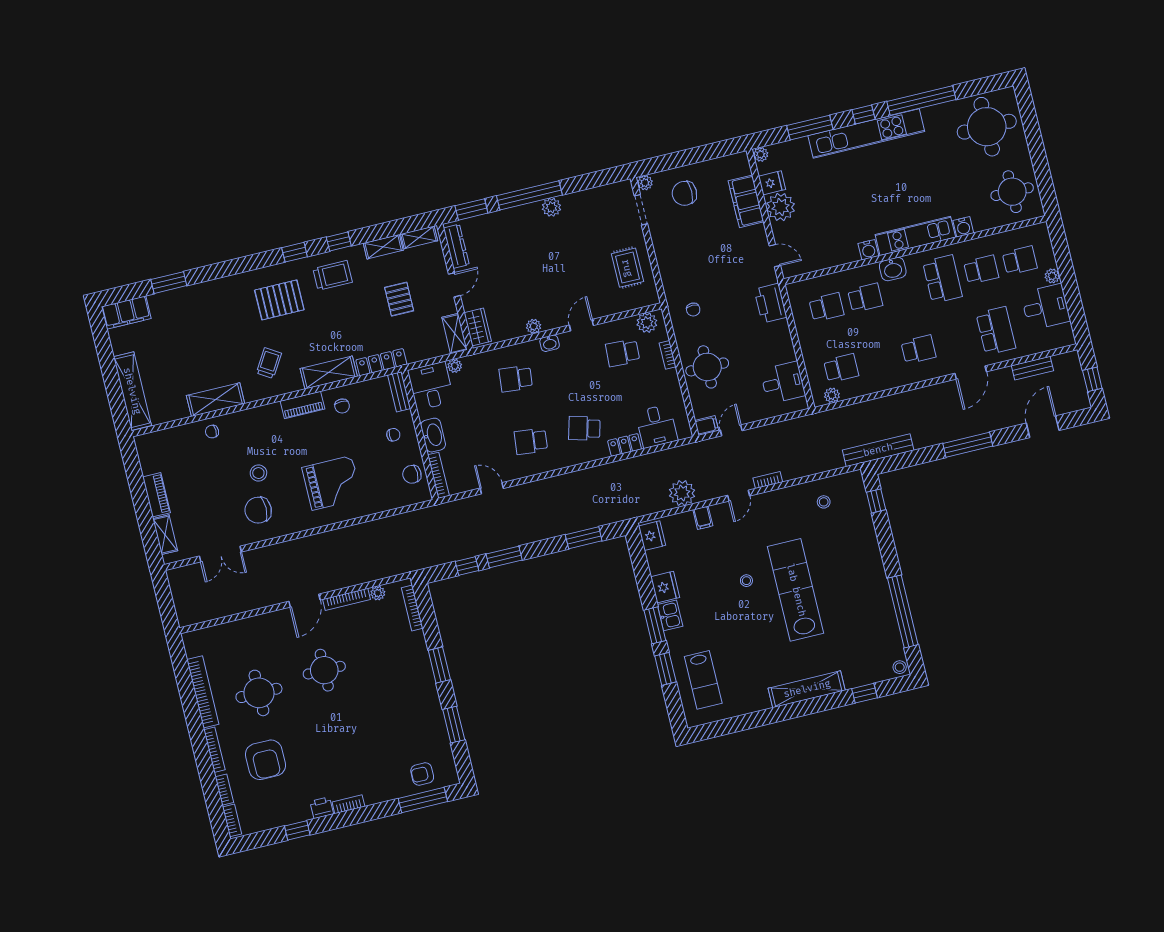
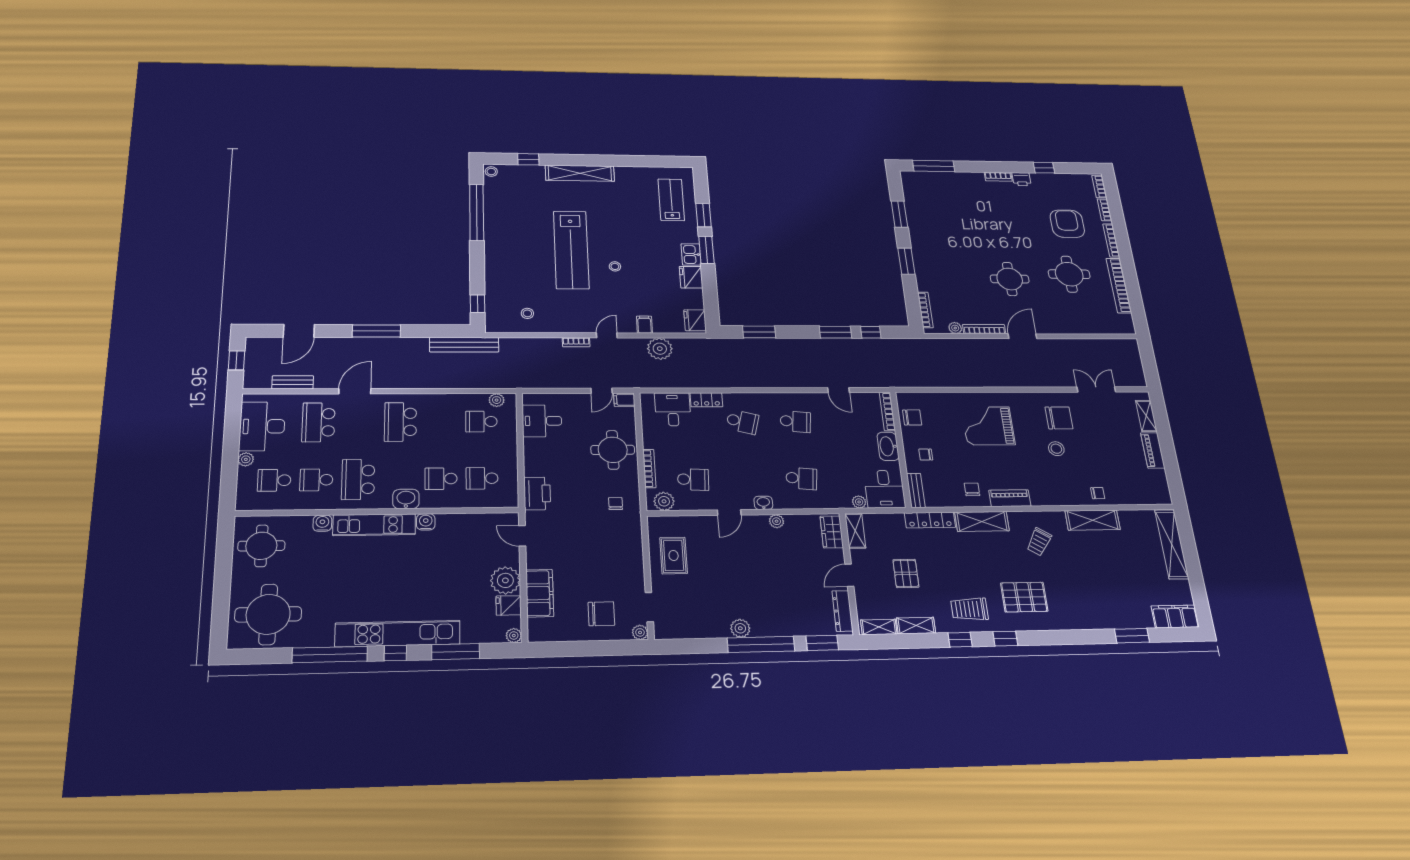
desk: (1046, 307) -> (262, 426), width x1.37
school desk: (919, 349) -> (401, 422), width x1.85
bookcase: (668, 355) -> (649, 469), width x1.56
armchair: (422, 774) -> (932, 184), removed

